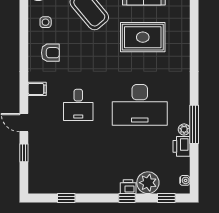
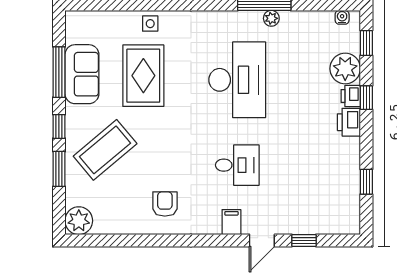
side table: (46, 22) -> (150, 24), moved
filing cabinet: (37, 89) -> (231, 222), moved
printer: (181, 146) -> (349, 122), moved, turned 90

